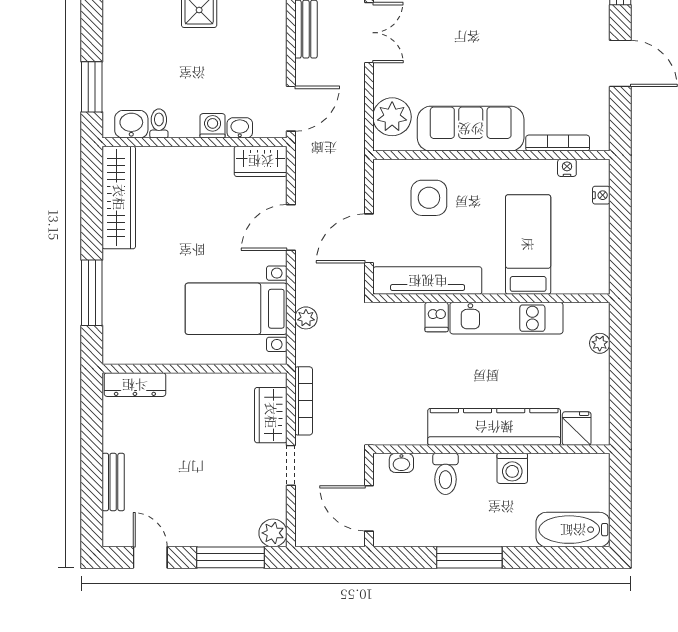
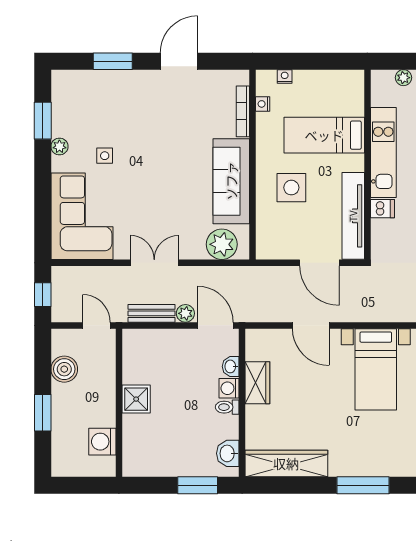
toilet: (159, 124) -> (227, 407), moved
wardrobe: (261, 161) -> (257, 383), moved
side table: (429, 198) -> (291, 188), moved
plant: (306, 318) -> (185, 313), moved

